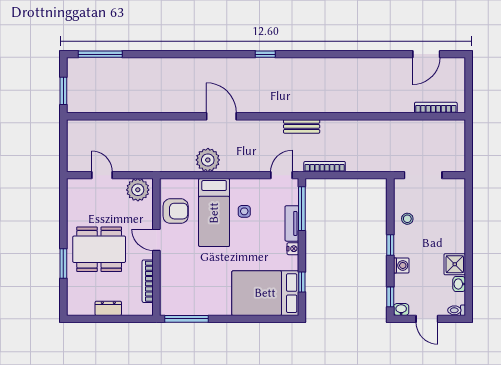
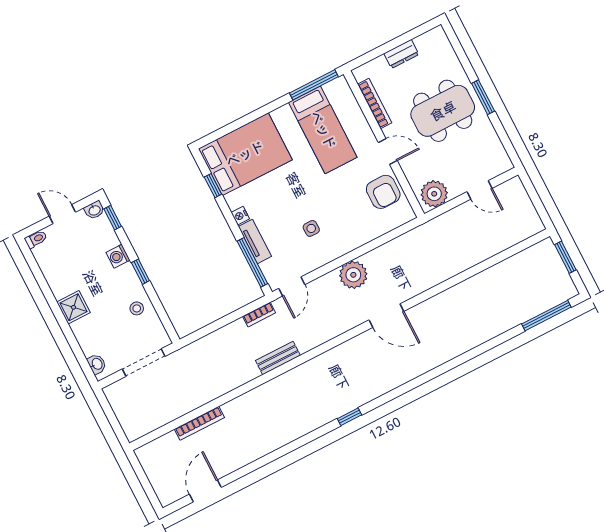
window: (265, 54) -> (349, 417), moved
bookcase: (436, 108) -> (199, 423), moved
bench: (302, 126) -> (278, 358), moved
plant: (208, 160) -> (353, 275), moved
bookcase: (325, 167) -> (259, 315), width x0.64
armchair: (176, 211) -> (383, 192), turned -90
bed: (214, 213) -> (323, 130), moved, turned 180
window: (63, 264) -> (483, 97), moved
shower: (455, 264) -> (73, 307), moved
washbasin: (459, 284) -> (97, 364), moved

